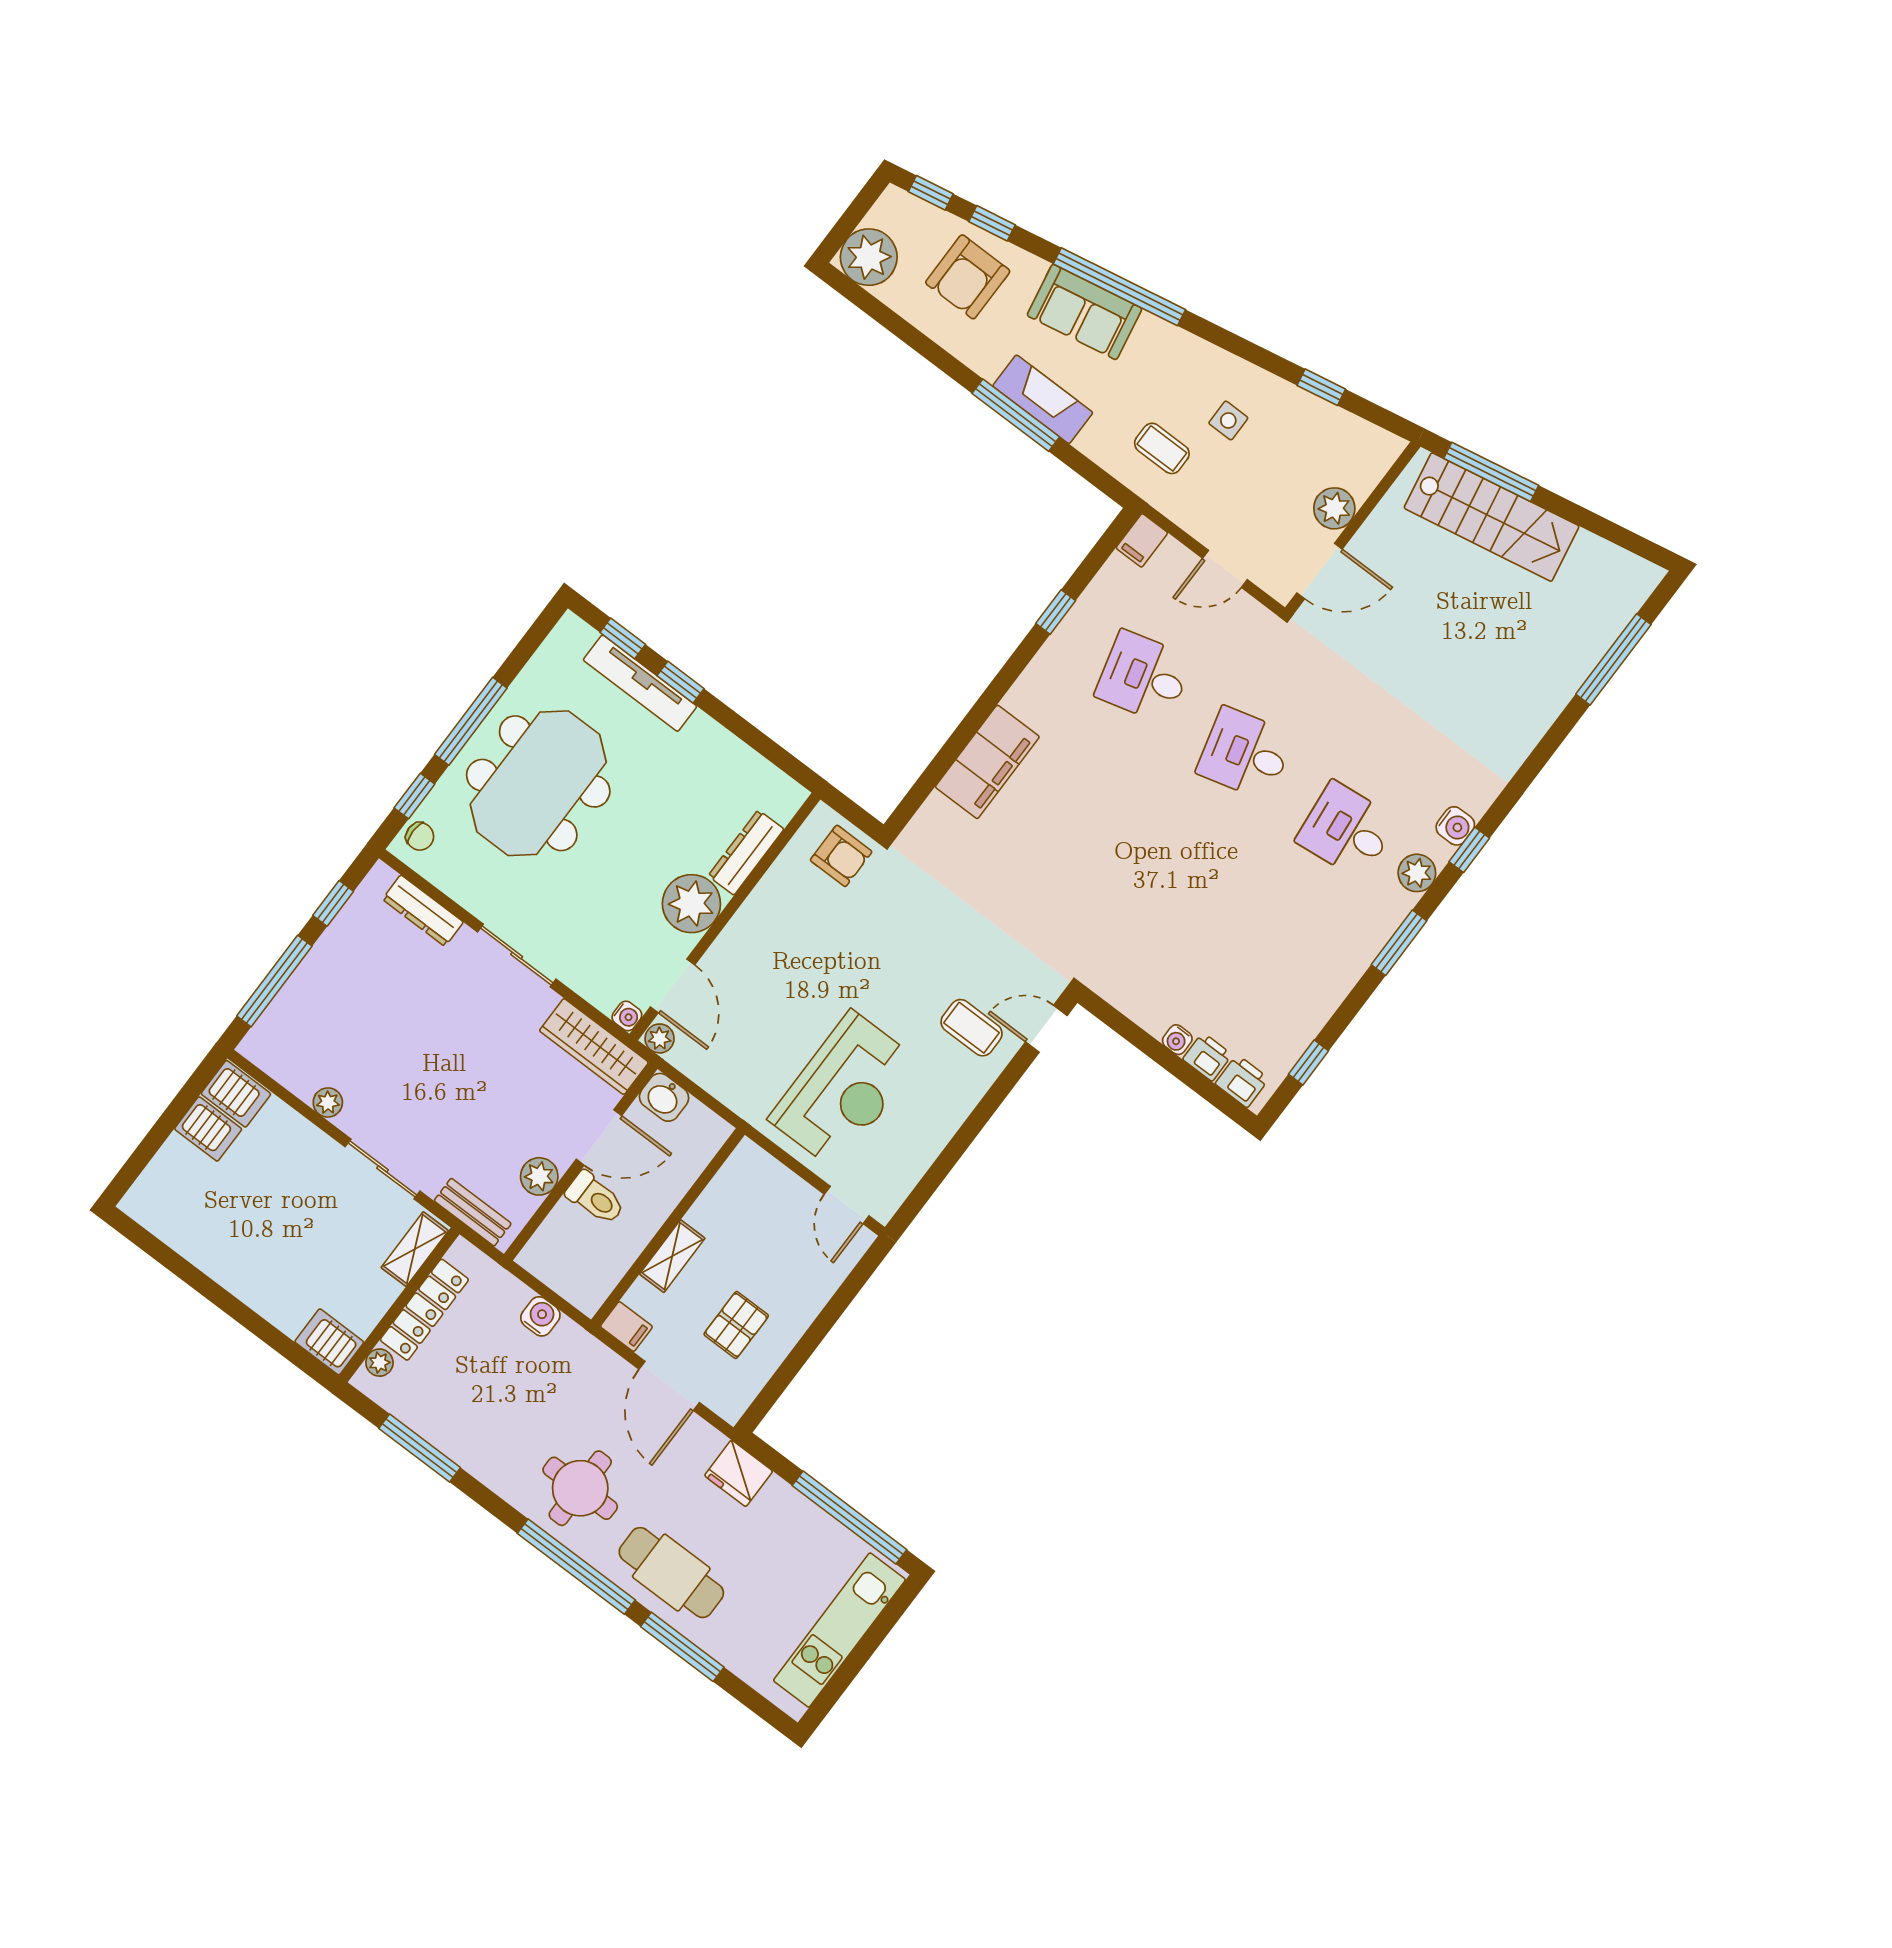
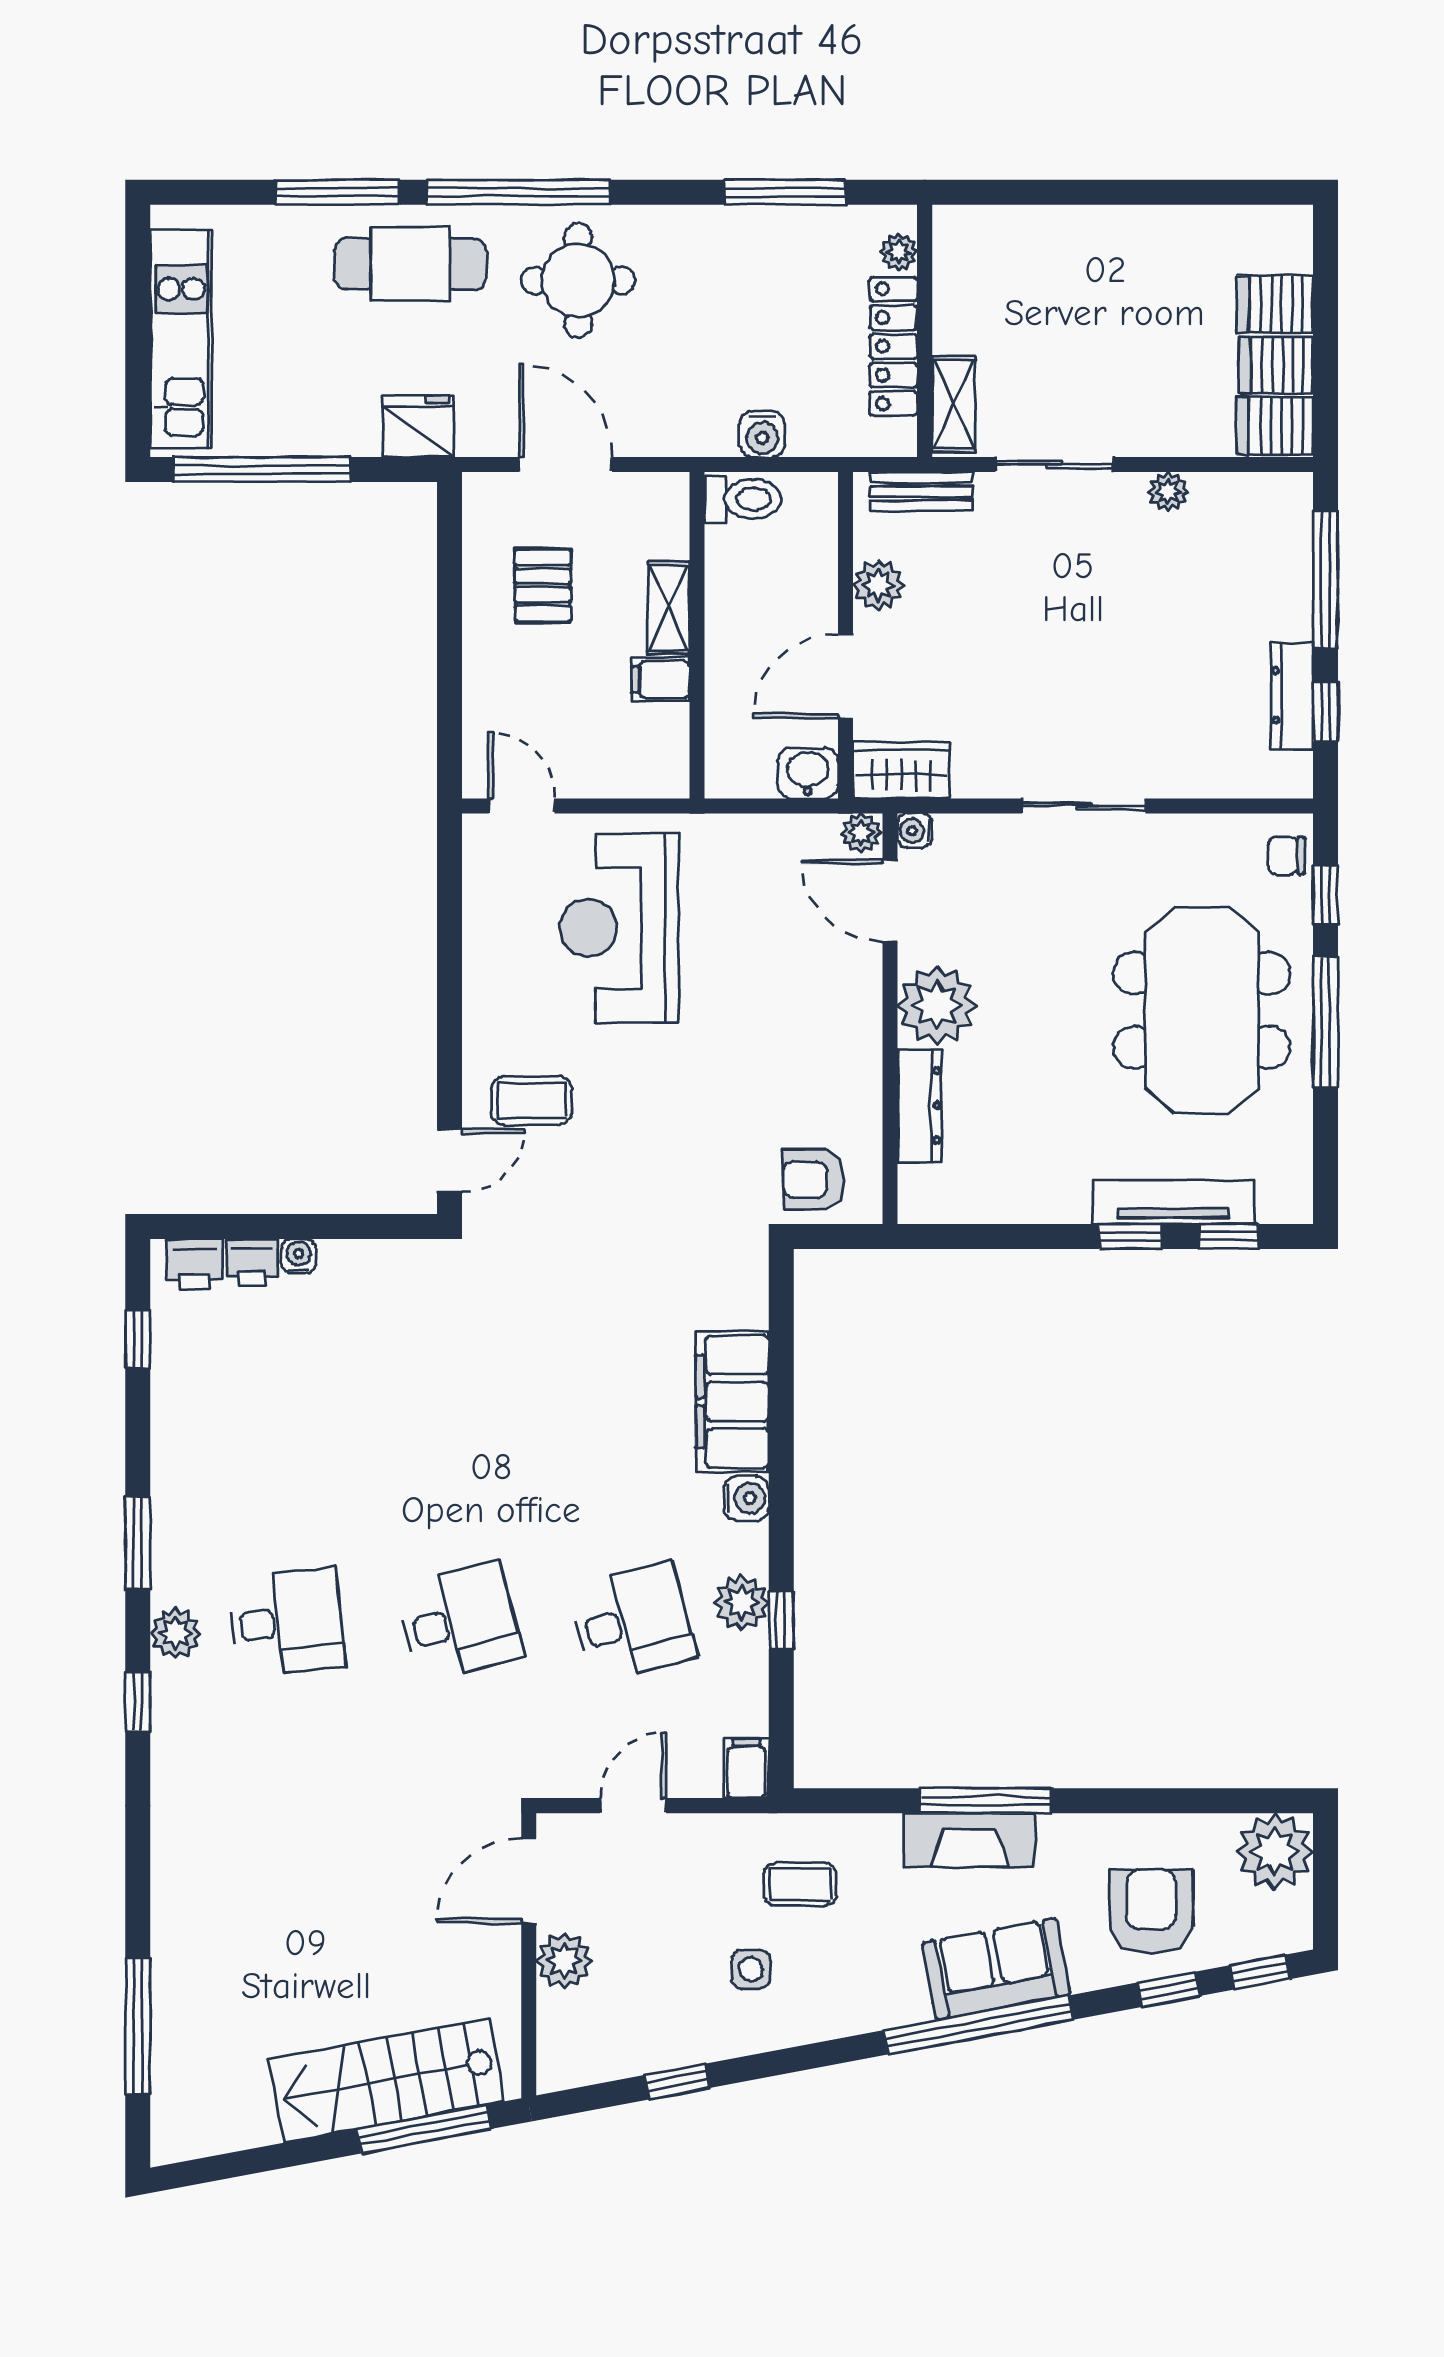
plant: (1071, 640) -> (742, 1603), added
water cooler: (1455, 826) -> (746, 1498), moved, turned 180
dresser: (423, 911) -> (1292, 696), moved, turned -90
wardrobe: (594, 1047) -> (901, 770), width x0.67
toilet: (595, 1198) -> (743, 499), moved, turned 180
filing cabinet: (626, 1327) -> (661, 680), moved
server rack: (329, 1342) -> (1275, 304), moved, turned 180

